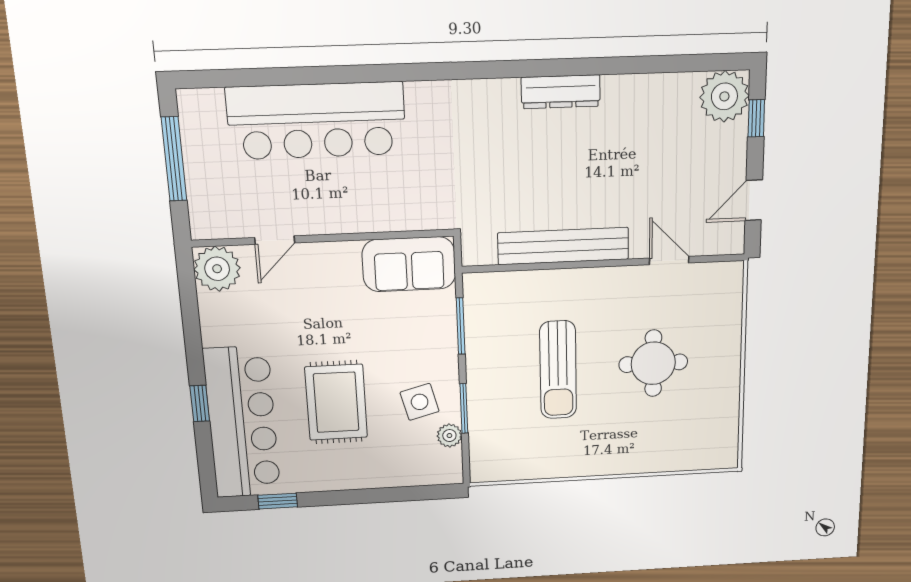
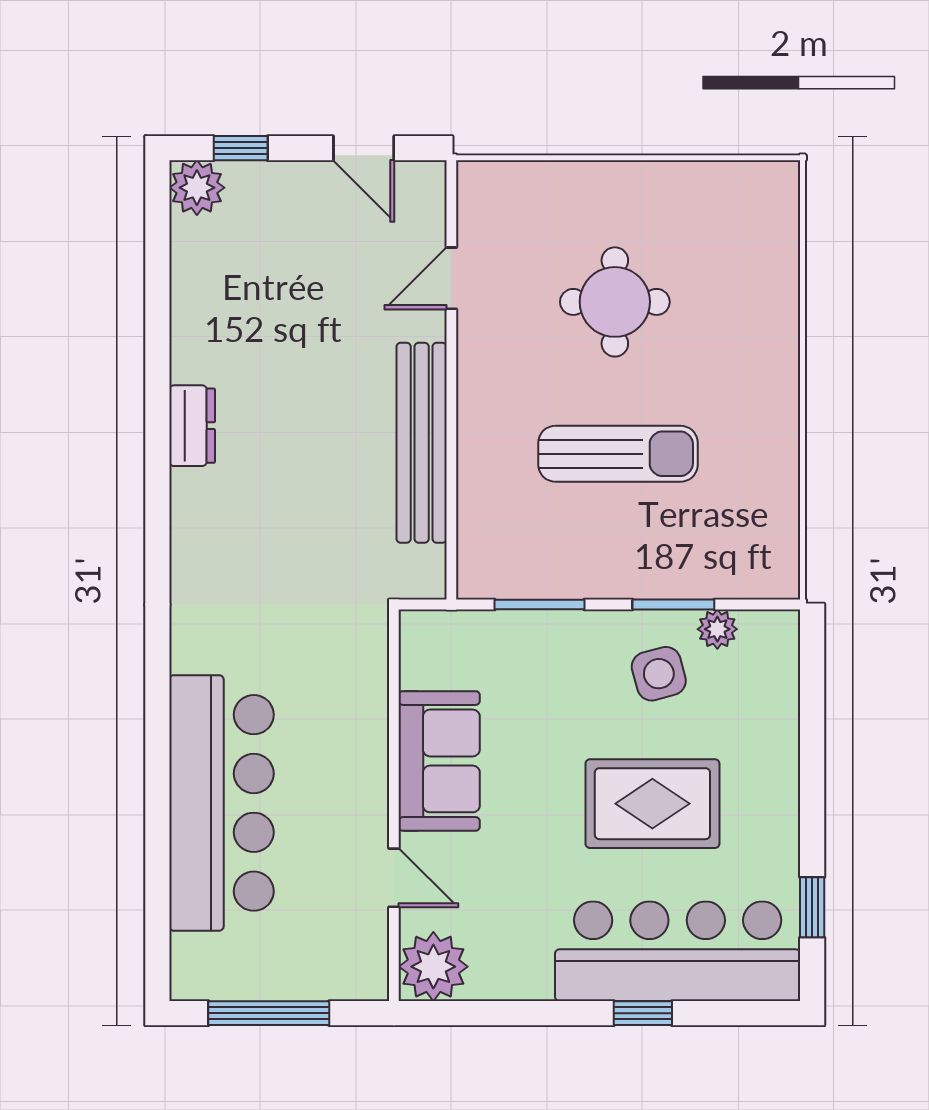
dresser: (561, 92) -> (192, 426), width x0.70
plant: (724, 96) -> (197, 188), width x0.73, depth x0.73
sofa: (409, 264) -> (439, 761), moved

